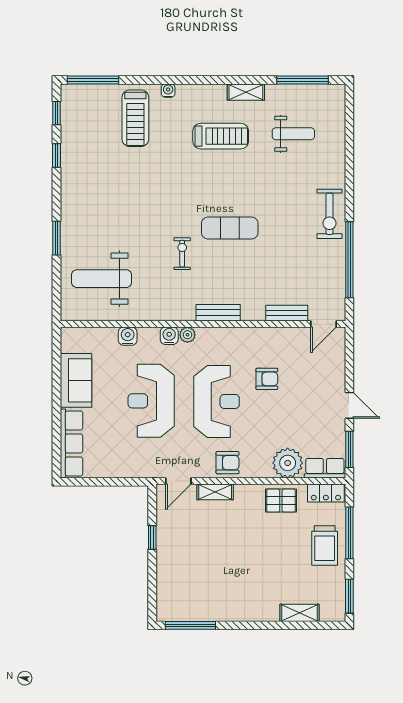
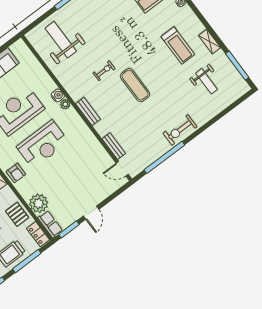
water cooler: (128, 336) -> (42, 75), removed
armchair: (267, 379) -> (73, 161), removed

